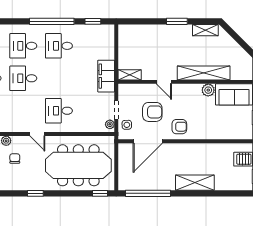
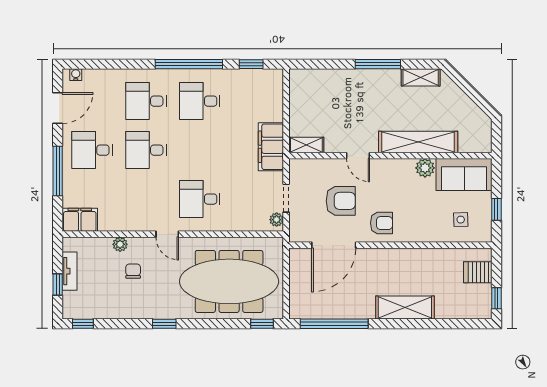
window: (177, 21) -> (378, 64), width x1.44
side table: (127, 125) -> (461, 220), moved

